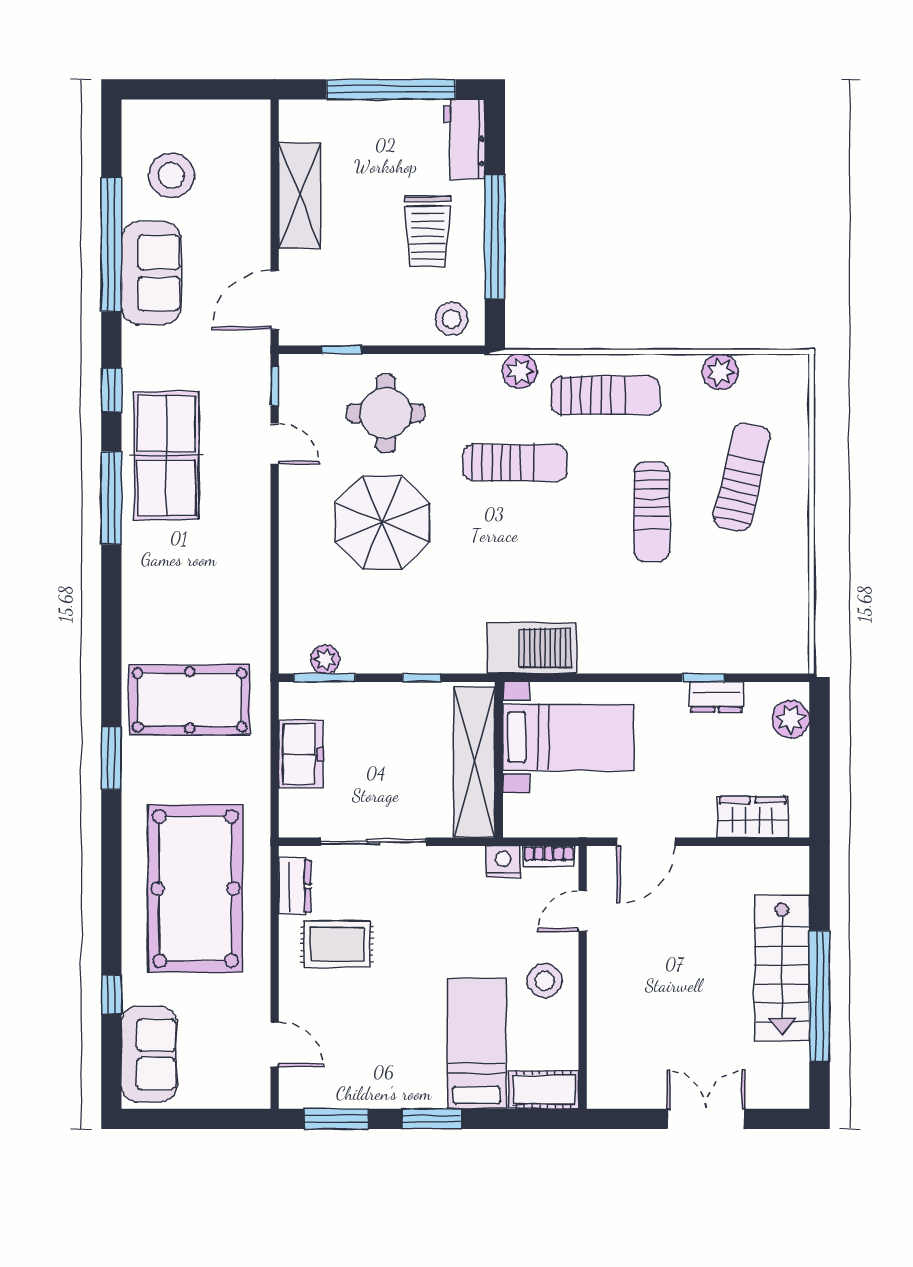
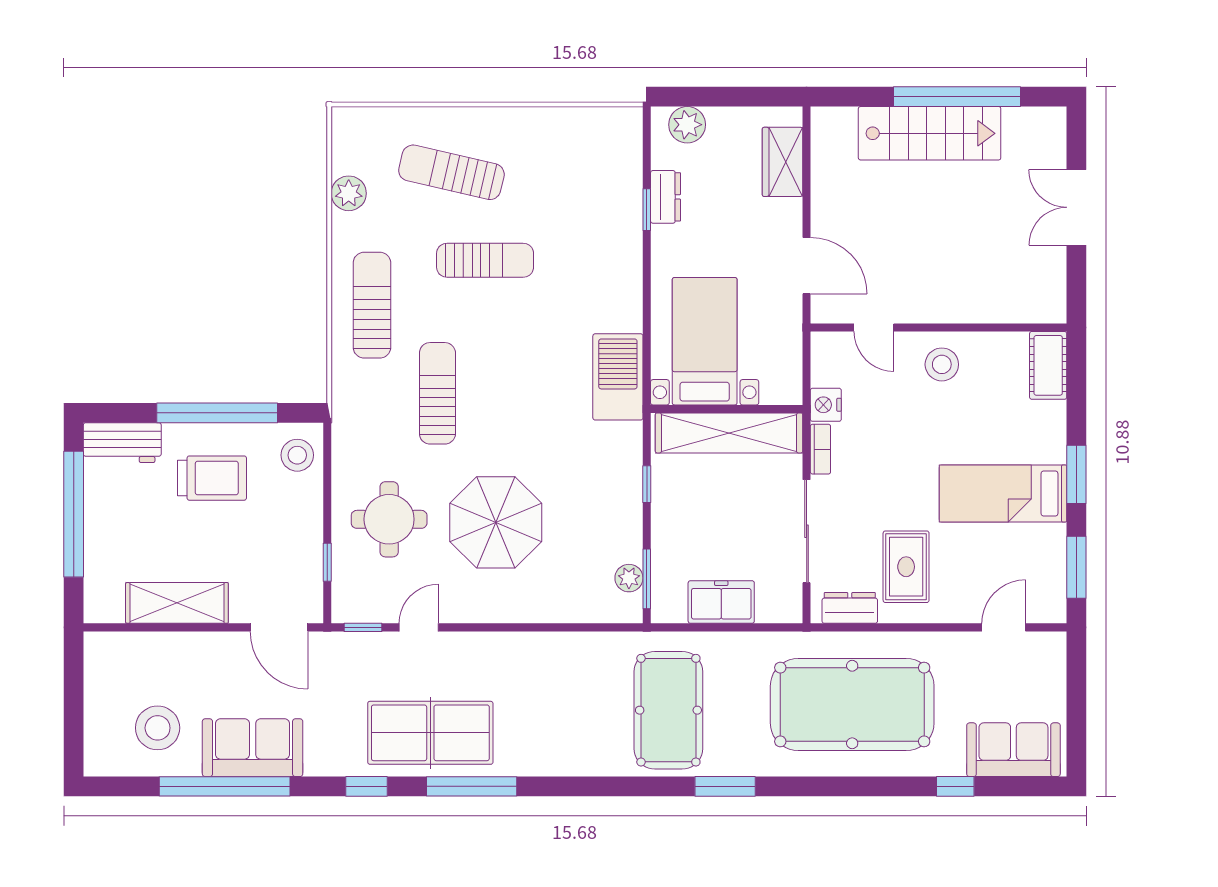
plant: (520, 371) -> (348, 389), removed
bookcase: (549, 856) -> (820, 449), moved
bed: (477, 1044) -> (1003, 494), moved

